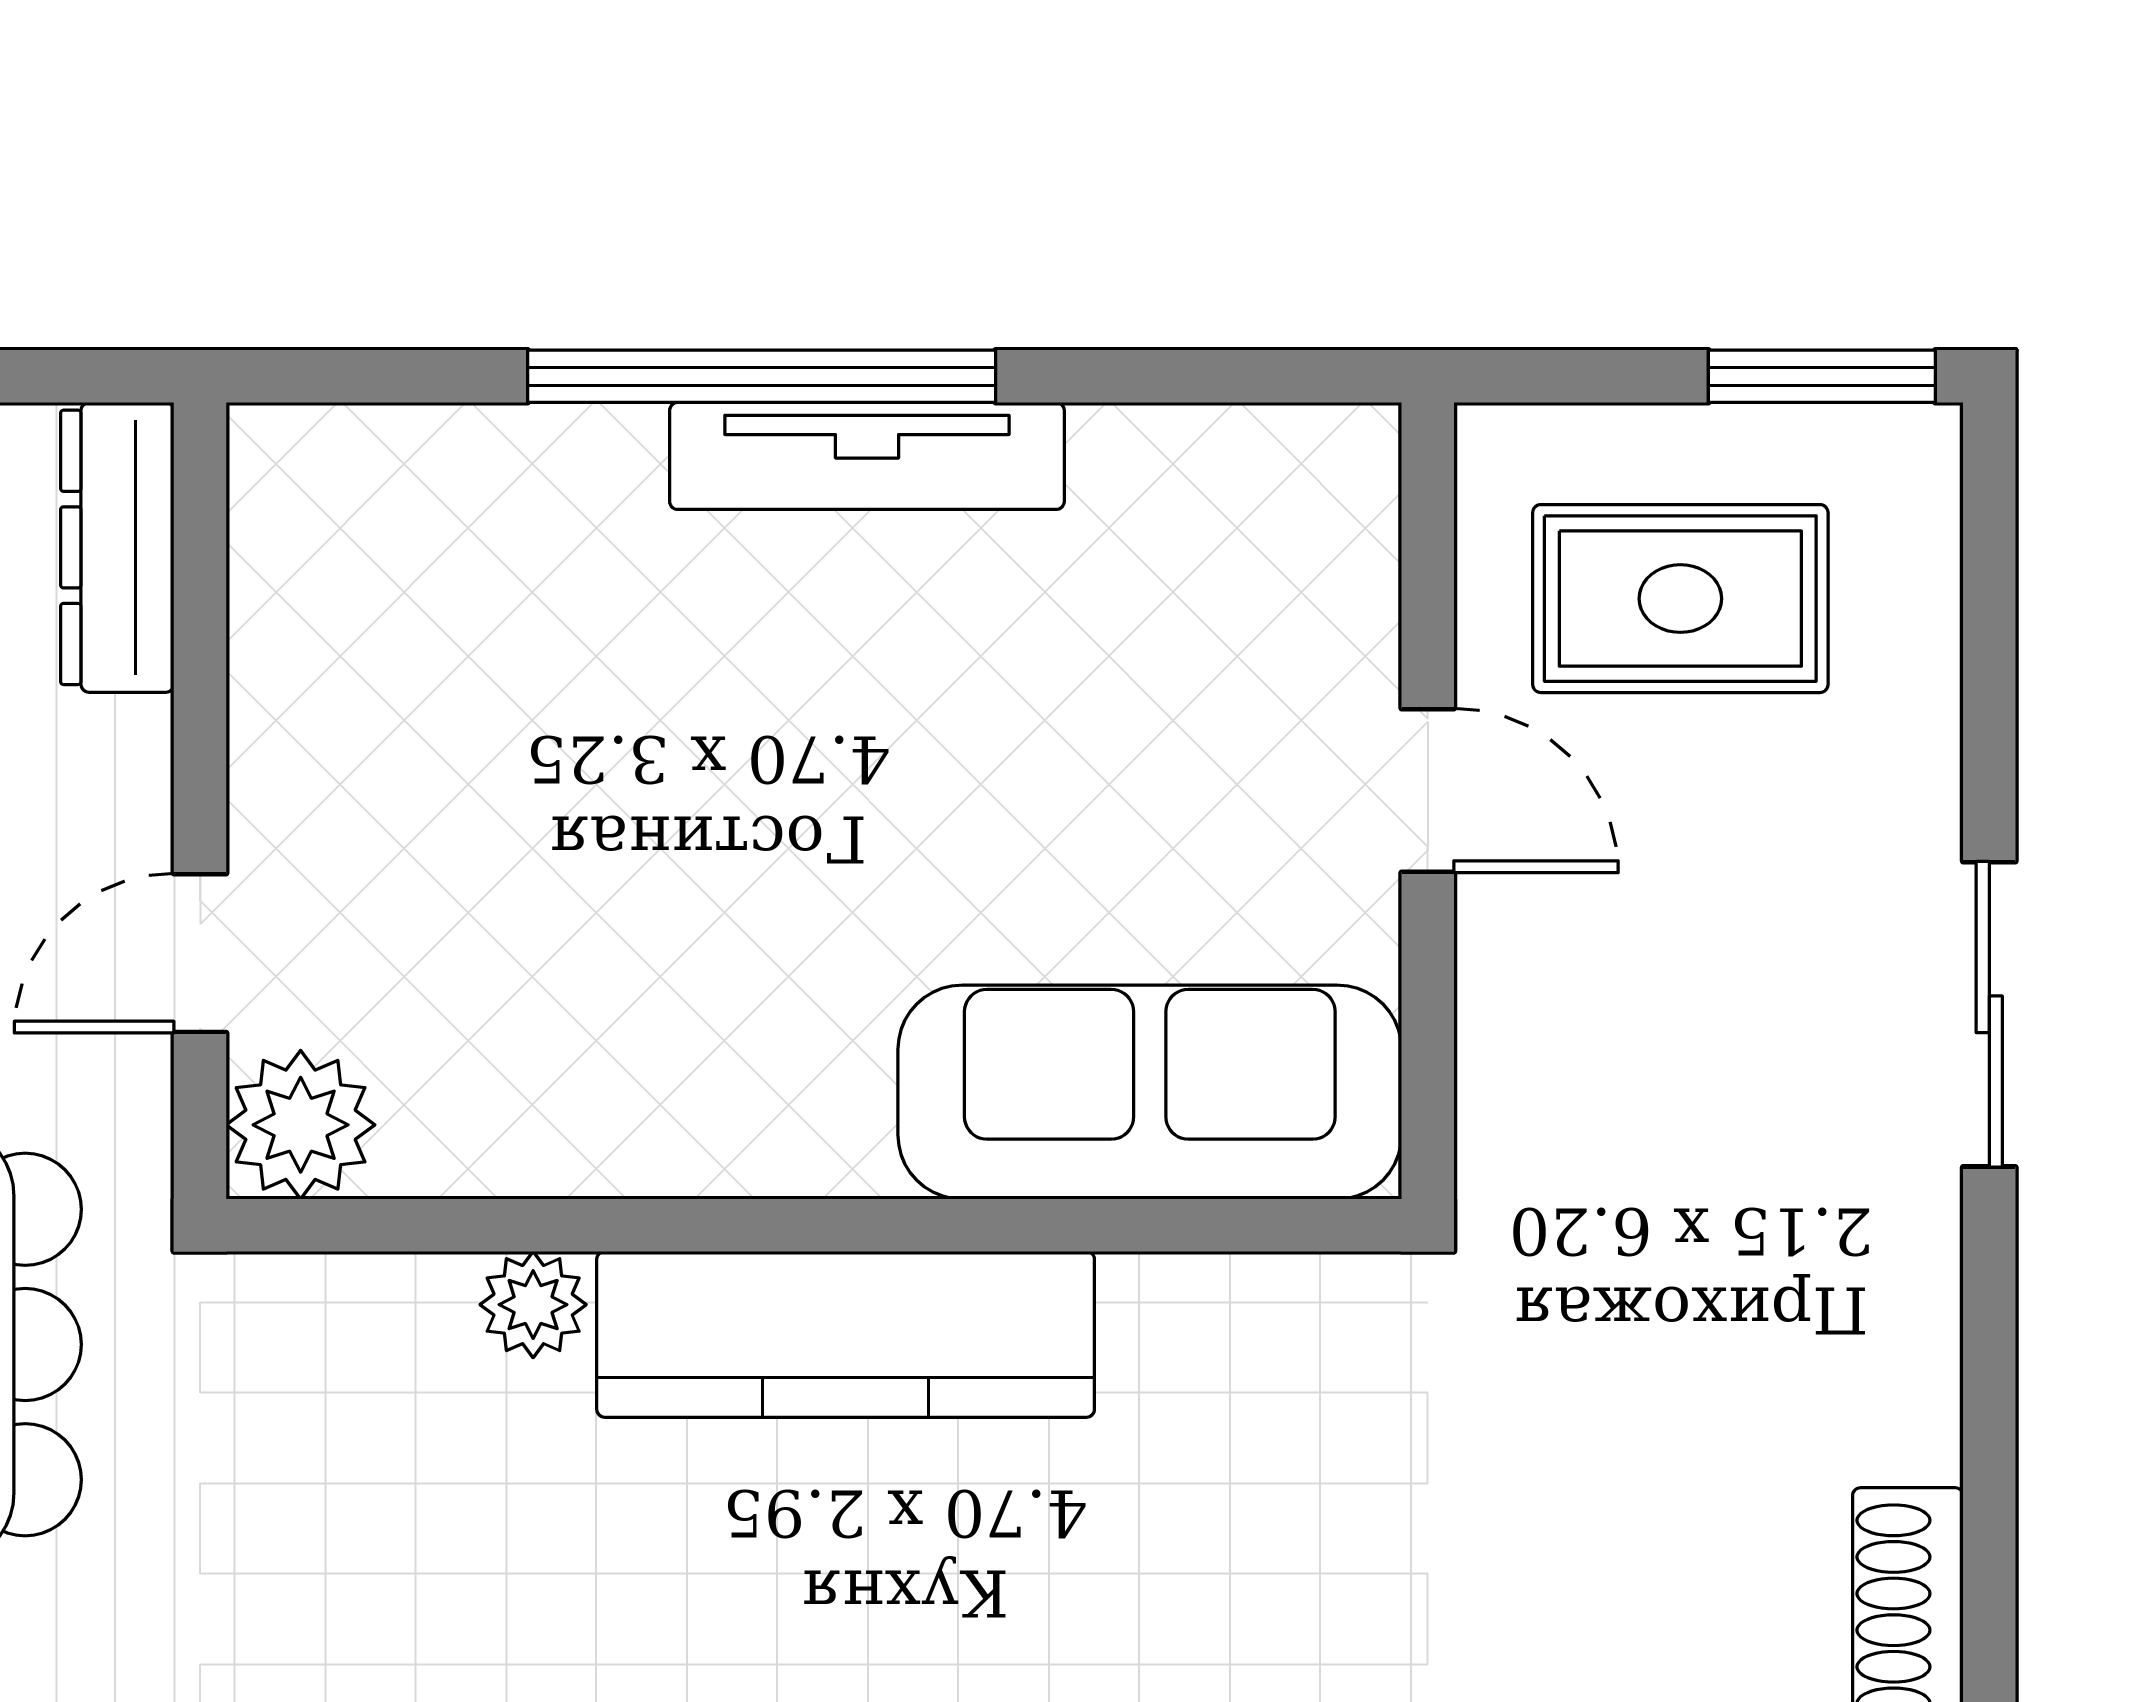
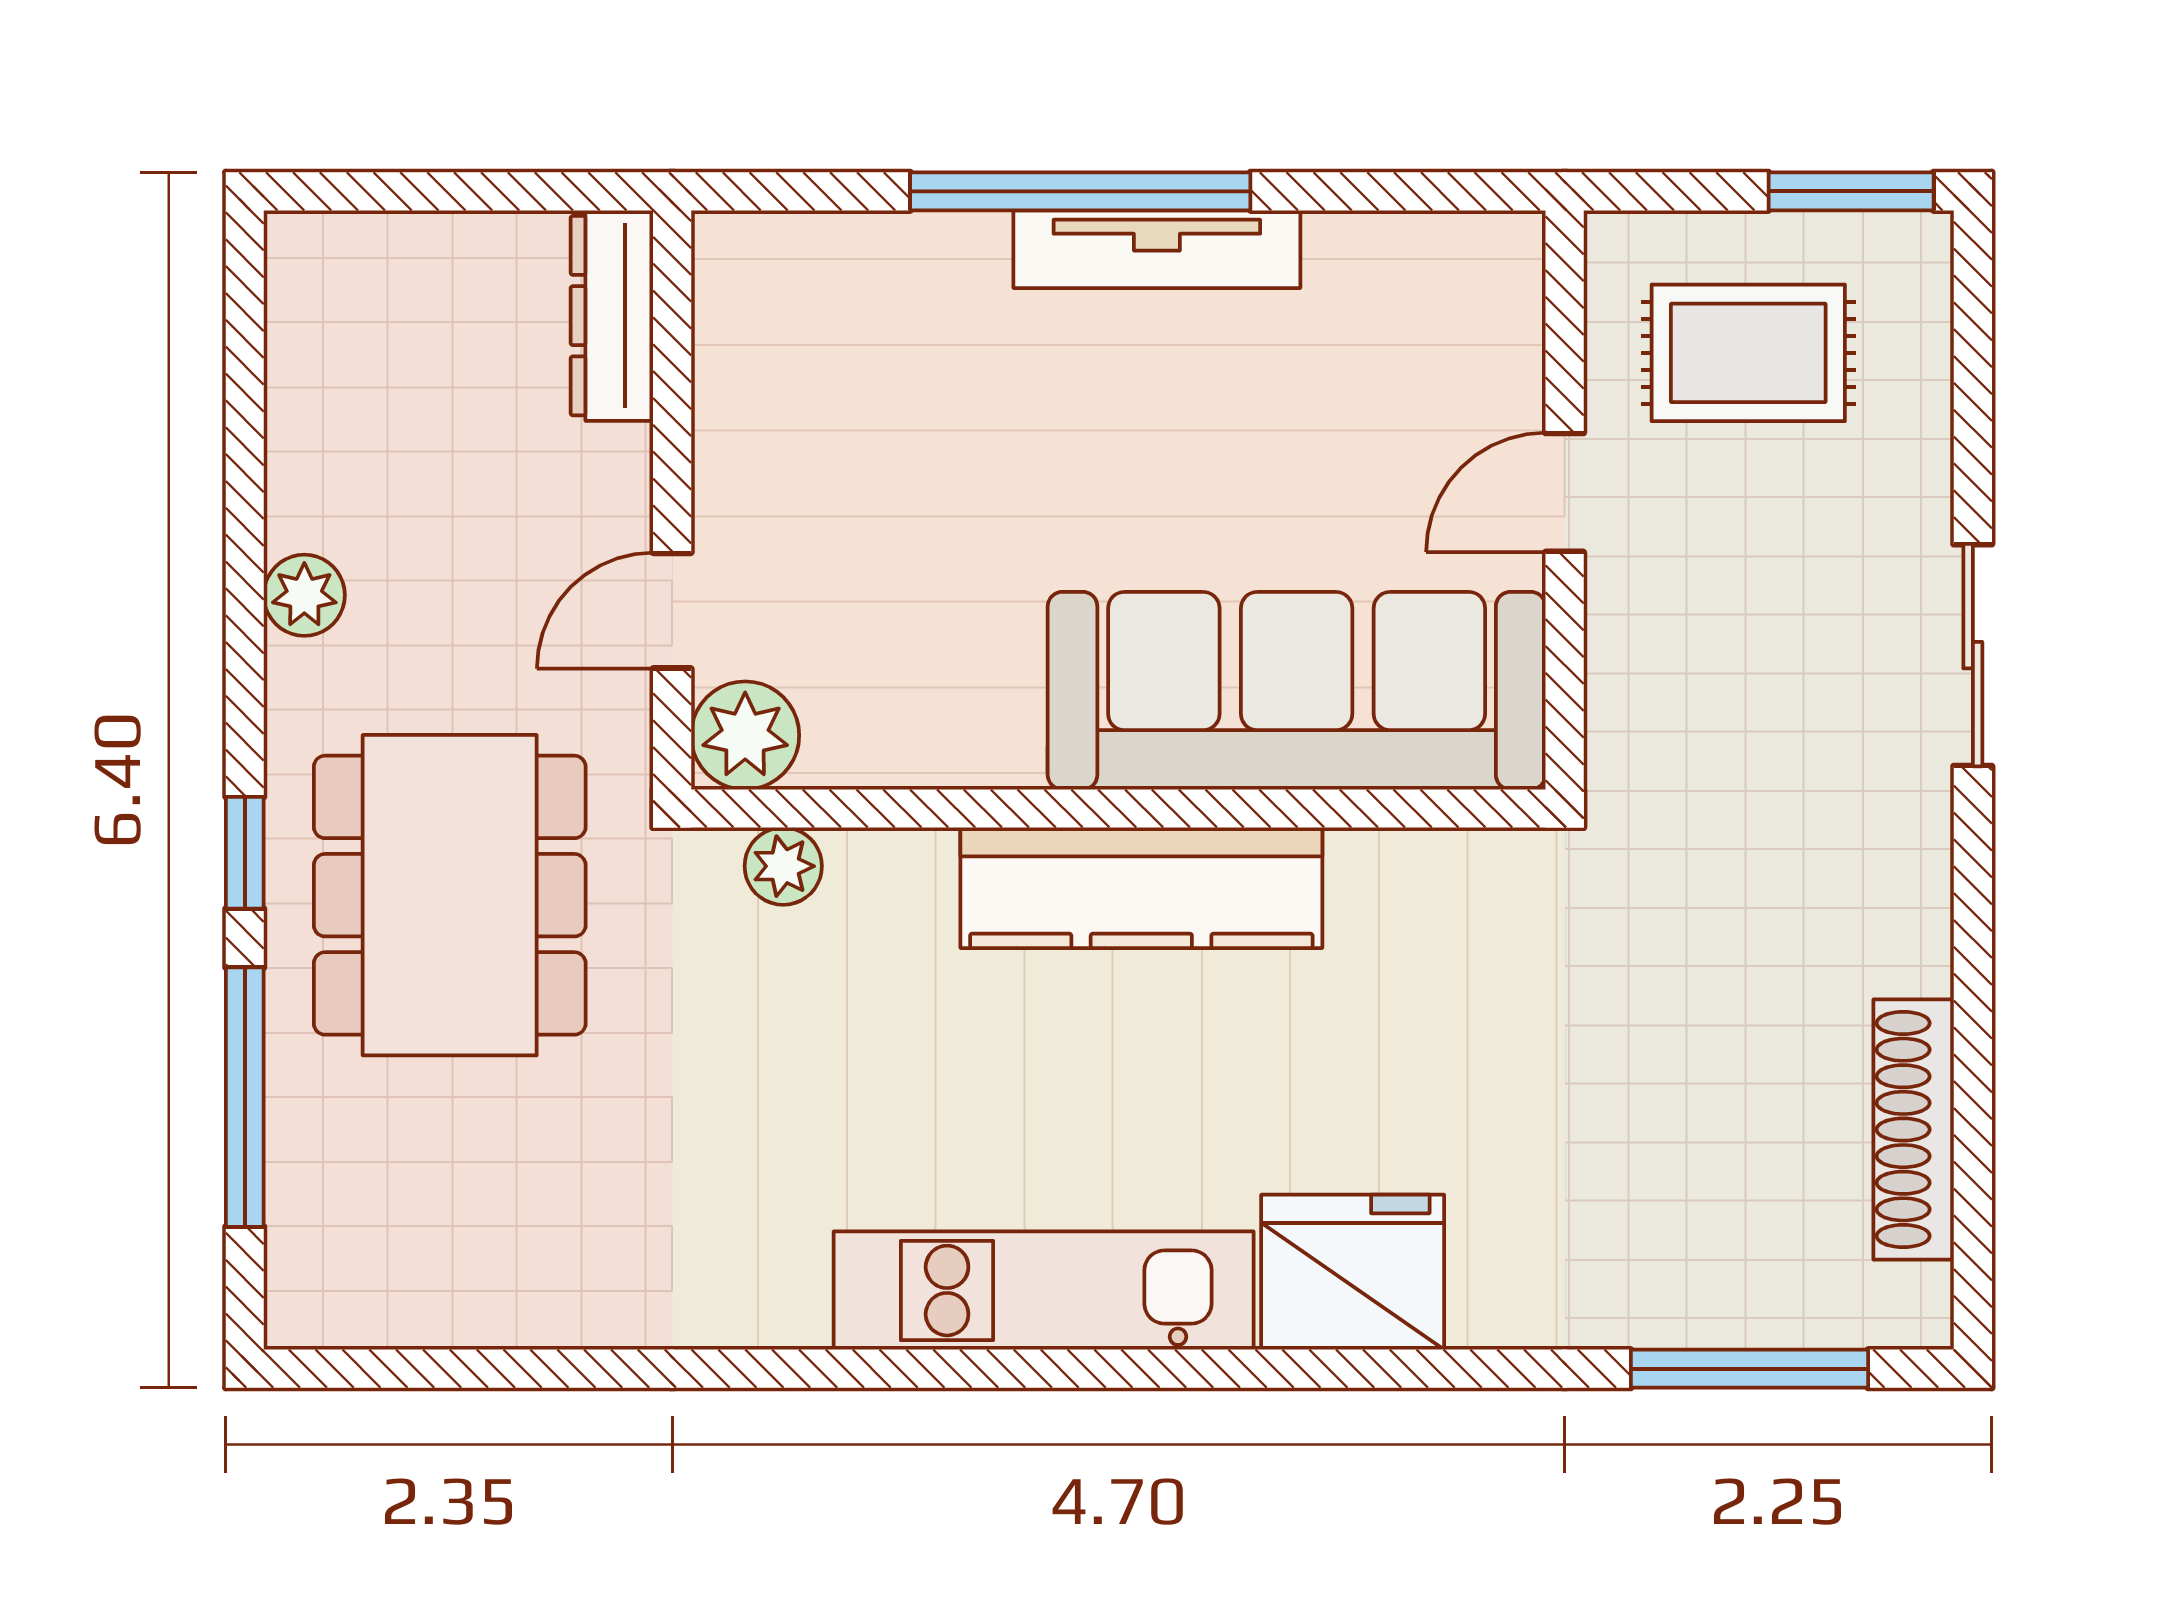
door: (1428, 790) -> (1565, 492), swing flipped
sofa: (1150, 1092) -> (1297, 691), width x1.36, depth x1.27
plant: (533, 1305) -> (783, 866), moved

